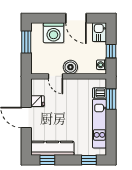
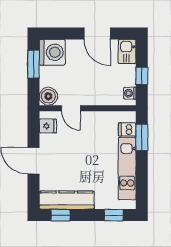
washing machine: (54, 33) -> (52, 52), moved, turned -90
boiler: (70, 67) -> (48, 96), moved
fridge: (37, 101) -> (48, 126), moved

